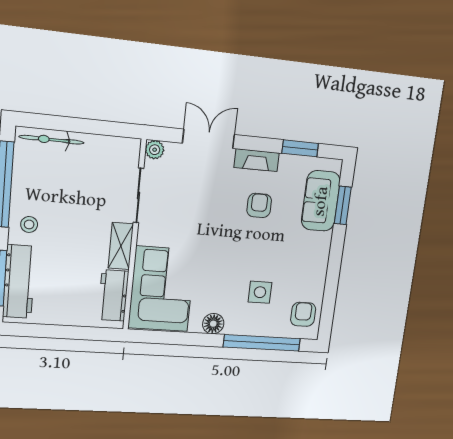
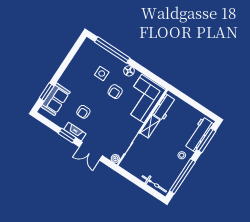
window: (300, 148) -> (67, 135), moved
armchair: (303, 314) -> (115, 92), moved

